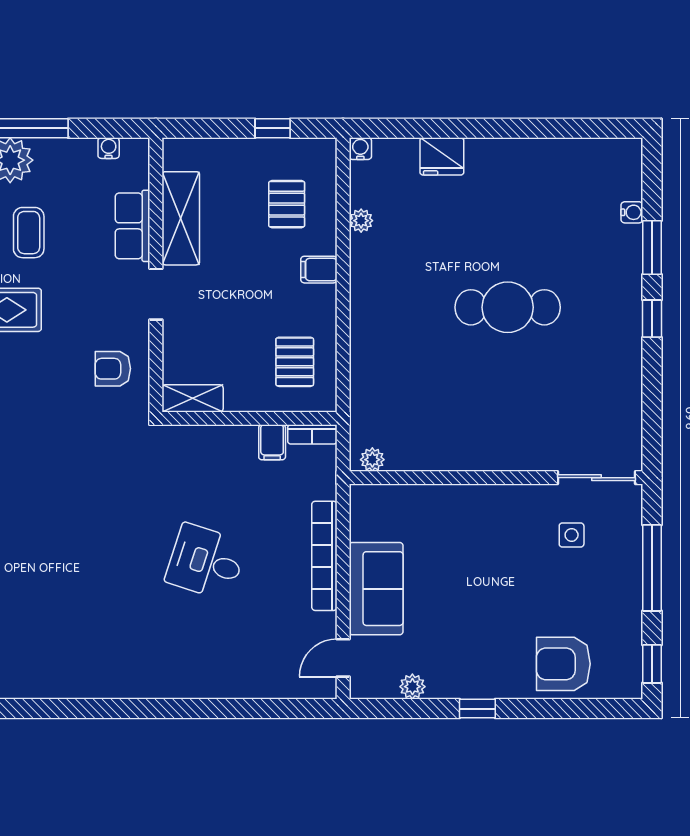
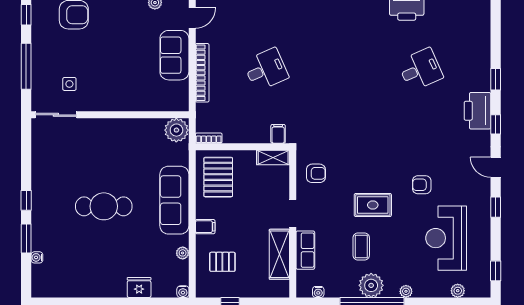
pallet: (287, 204) -> (222, 262), turned 90
sofa: (376, 319) -> (174, 200), added
pallet: (295, 362) -> (218, 177), width x1.50, depth x1.42
filing cabinet: (272, 442) -> (278, 134), moved
plant: (372, 460) -> (176, 130), width x1.88, depth x1.88
desk: (206, 562) -> (266, 70), turned -42

